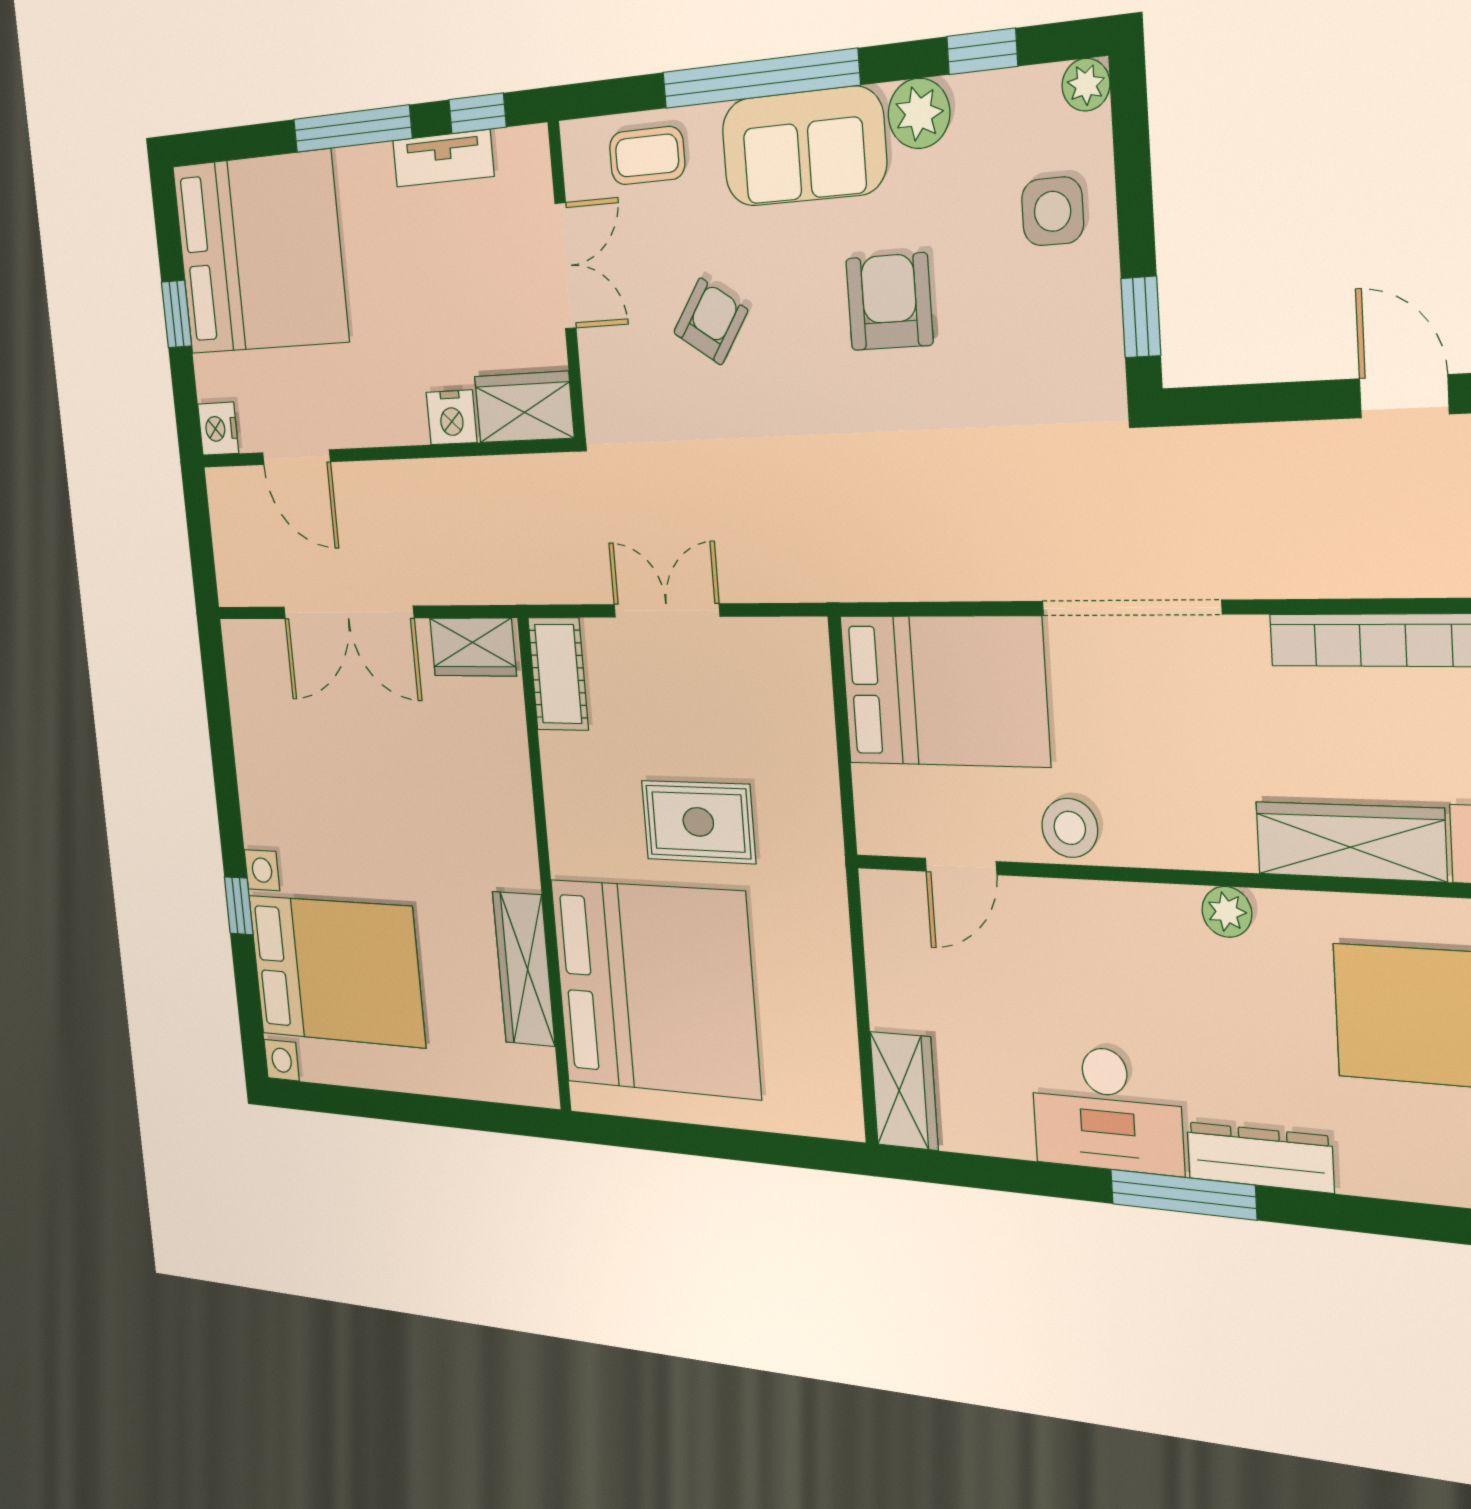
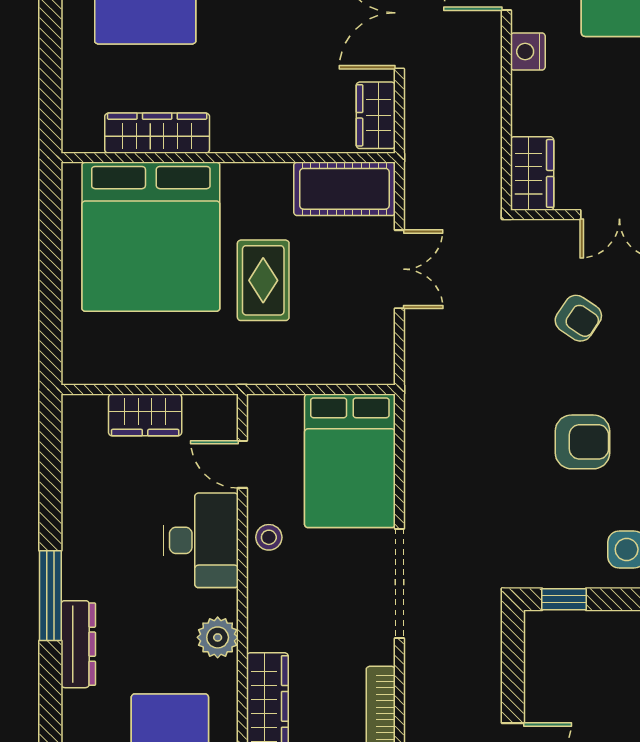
nightstand: (452, 417) -> (528, 52), moved
cot: (558, 674) -> (344, 189), width x1.37, depth x1.34
stool: (1070, 828) -> (269, 537), width x0.73, depth x0.73
plant: (1227, 912) -> (218, 637), width x1.38, depth x1.38
wardrobe: (904, 1091) -> (145, 415), moved
desk: (1107, 1109) -> (201, 540), moved, turned 180

